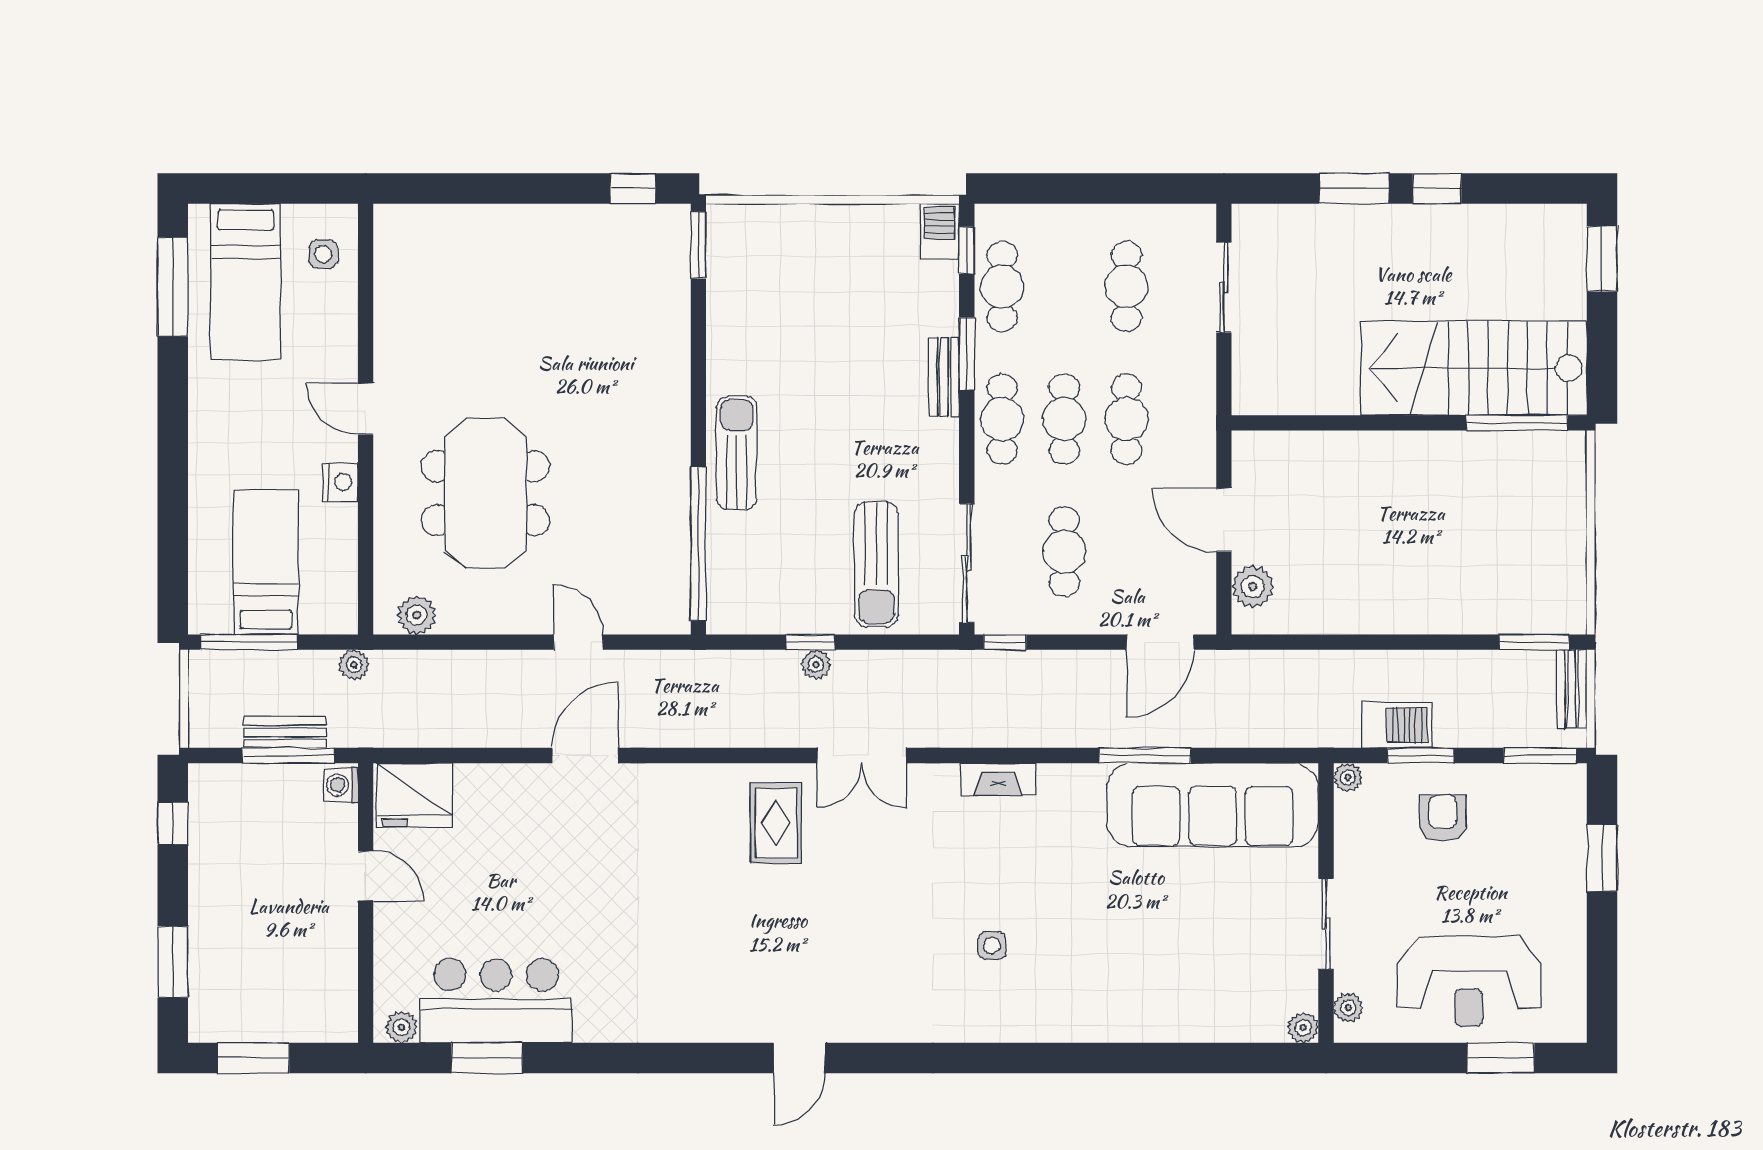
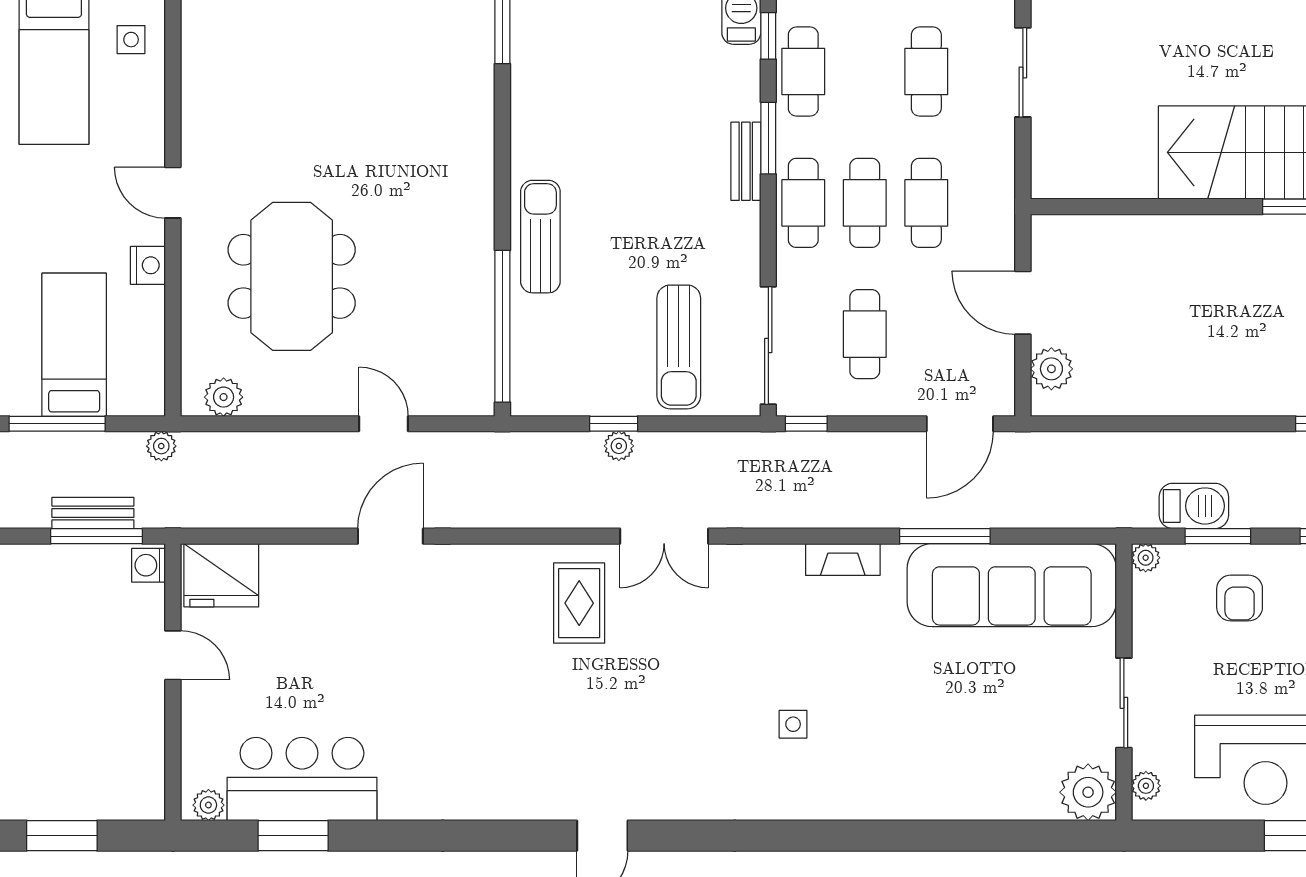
fireplace: (998, 779) -> (843, 560), moved
armchair: (1443, 818) -> (1240, 598), turned 180
plant: (1303, 1028) -> (1088, 792), width x1.88, depth x1.88

